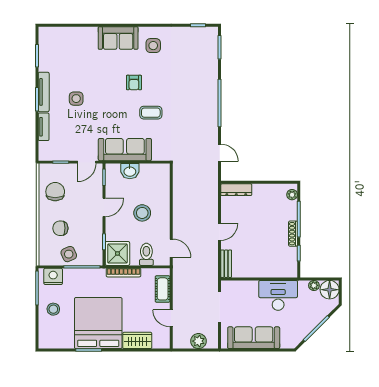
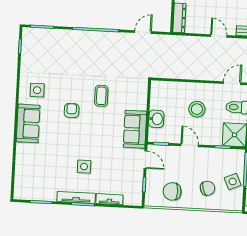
armchair: (134, 83) -> (72, 110), turned -90
sofa: (125, 150) -> (135, 129), width x0.73
chair: (60, 228) -> (207, 188), turned -107

